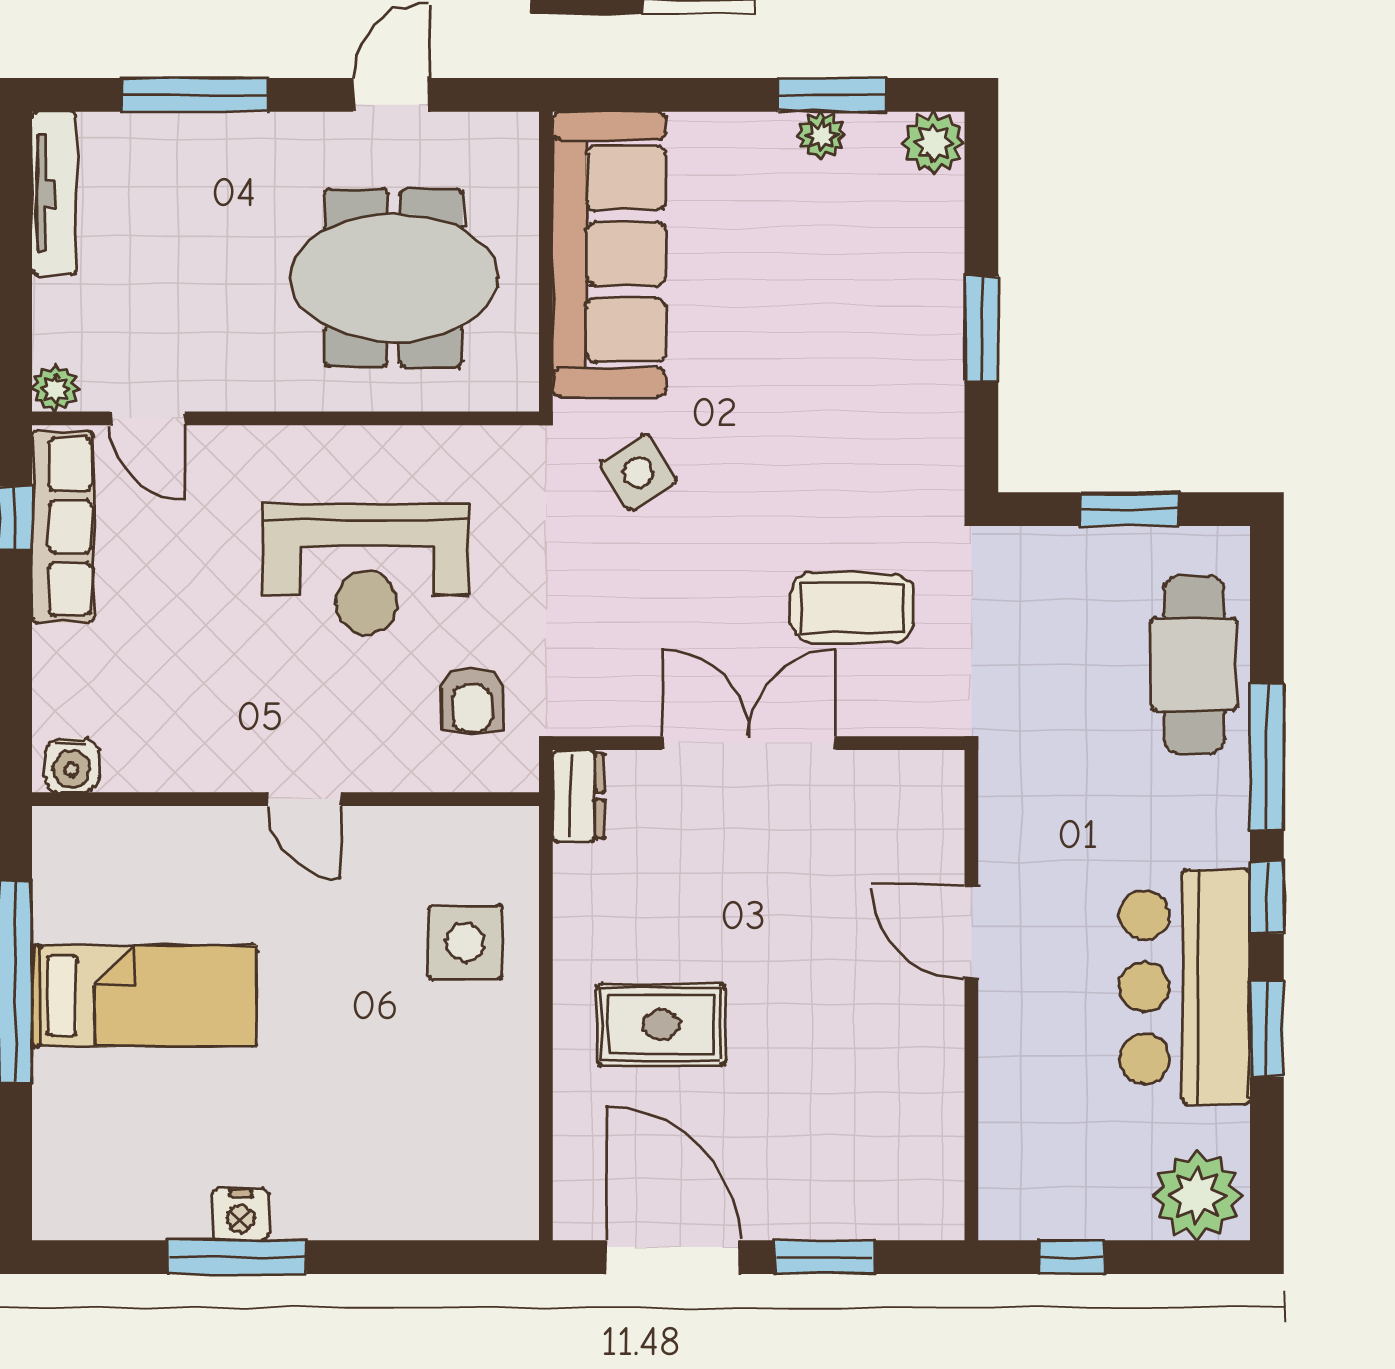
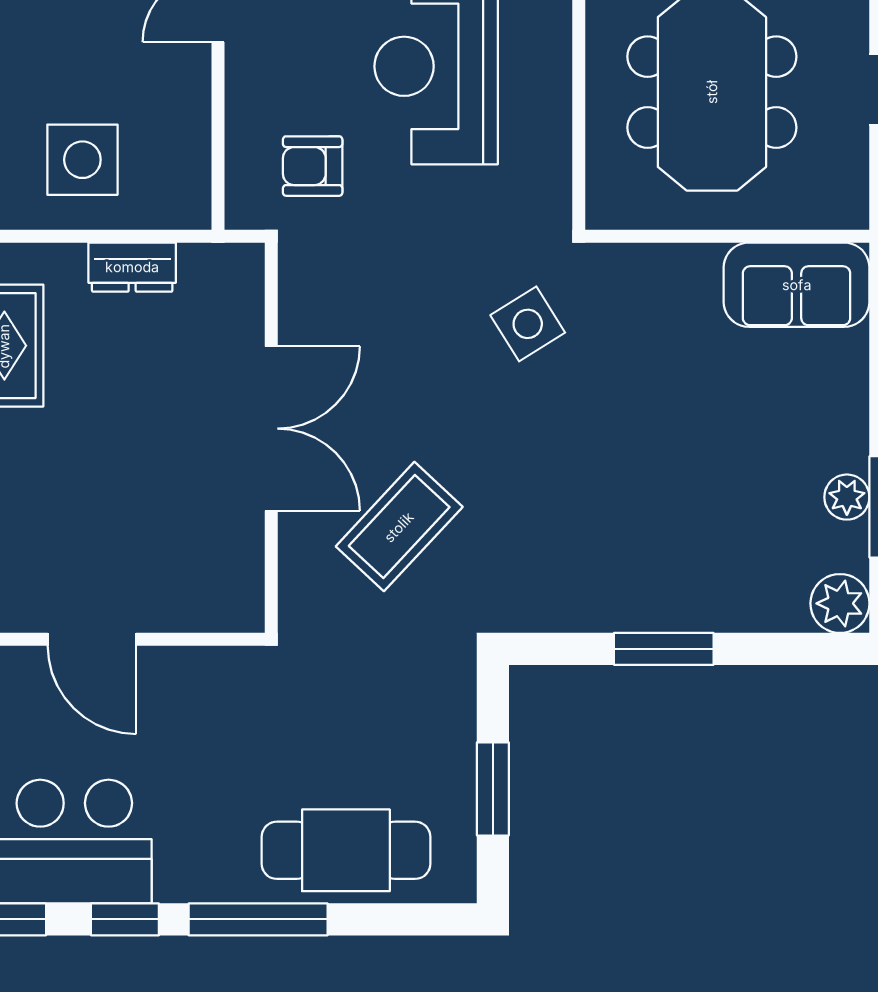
sofa: (609, 254) -> (797, 285), width x0.54, depth x0.79
coffee table: (852, 608) -> (399, 527), turned 43
dresser: (578, 796) -> (132, 267), moved
door: (971, 932) -> (92, 639), swing flipped

